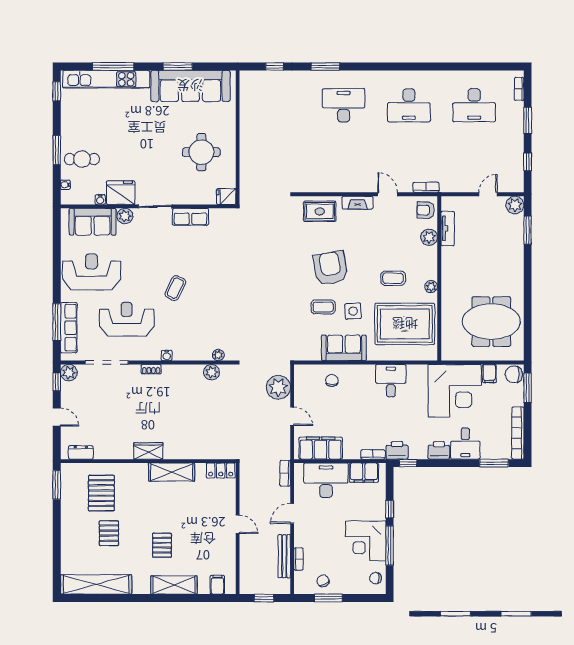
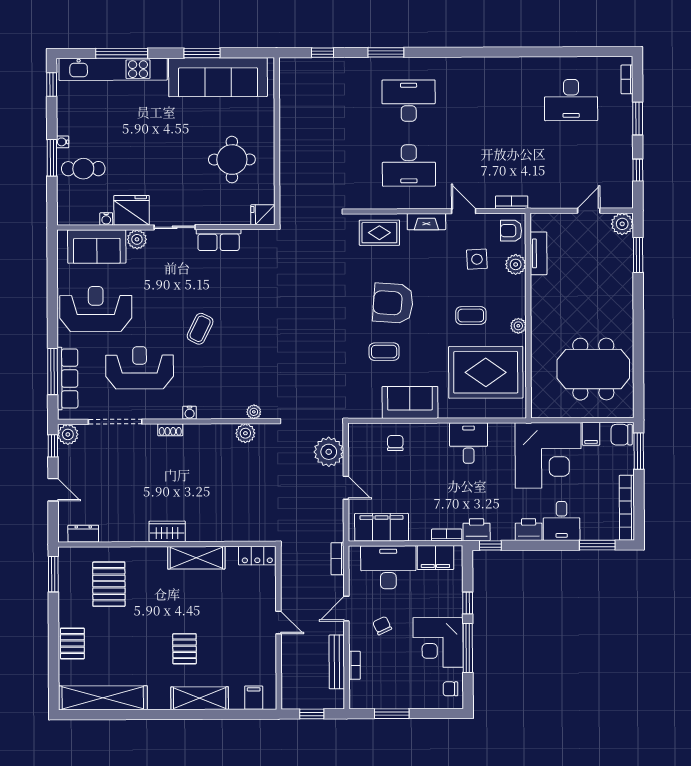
desk: (409, 105) -> (409, 165), moved
water cooler: (65, 185) -> (63, 142), moved
armchair: (331, 268) -> (393, 303), turned -76
side table: (353, 311) -> (477, 259), moved
pallet: (109, 533) -> (72, 643), moved
chair: (323, 581) -> (382, 626), moved

